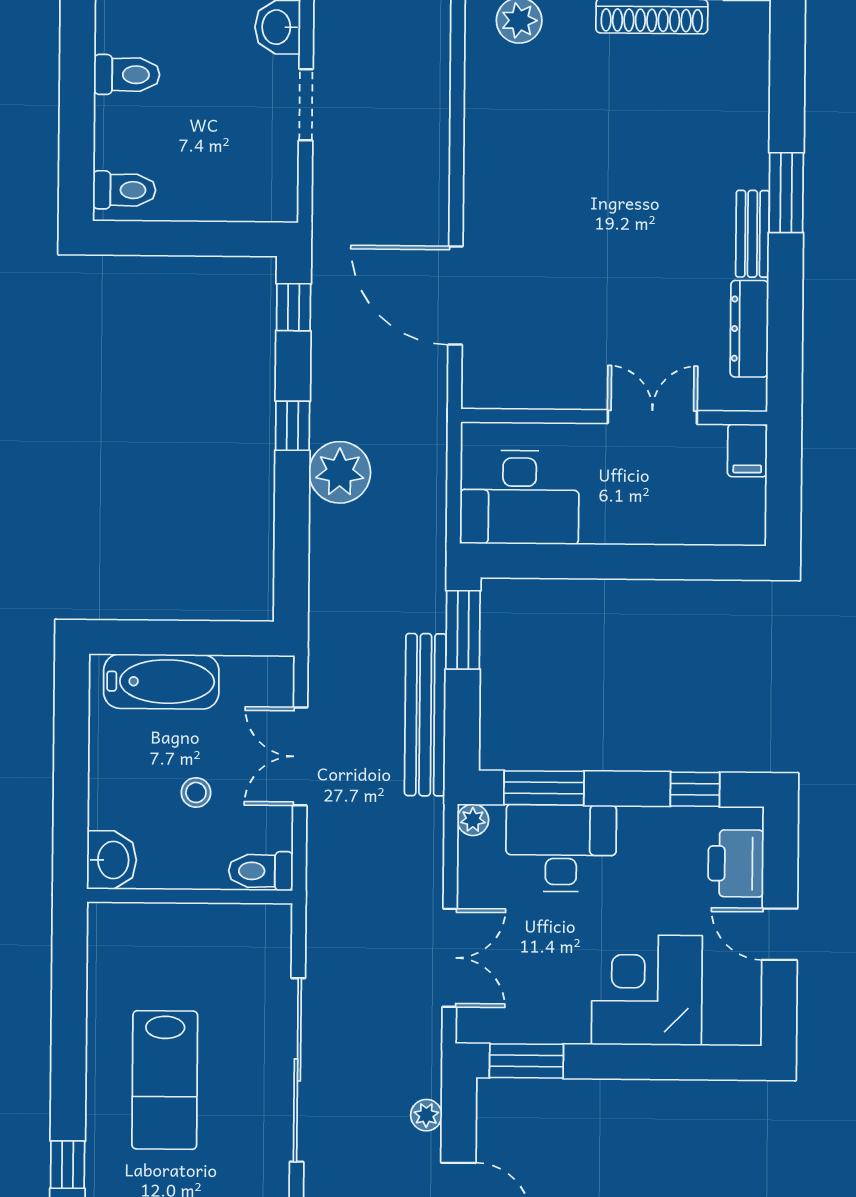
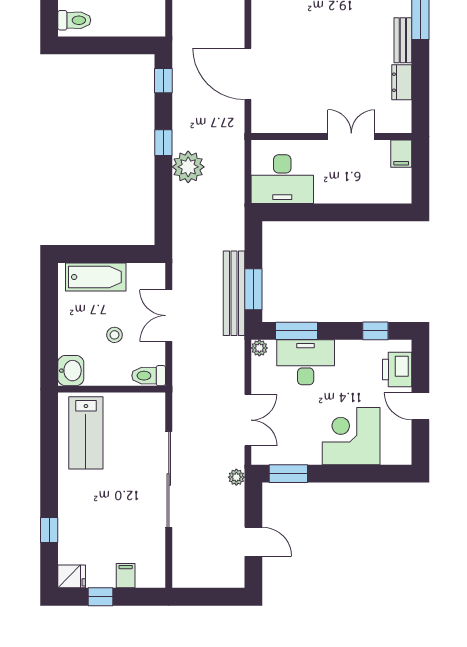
dresser: (749, 329) -> (402, 82), width x0.70
window: (463, 630) -> (253, 289), moved
lab bench: (165, 1080) -> (86, 433), moved
plant: (426, 1115) -> (236, 477), moved

